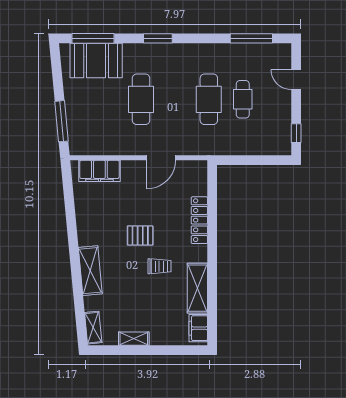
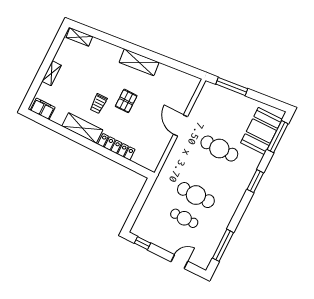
door: (161, 158) -> (181, 126), moved
filing cabinet: (99, 171) -> (185, 95), removed
shelving: (90, 271) -> (139, 62), moved
shelving: (197, 288) -> (82, 128), moved
shelving: (134, 339) -> (52, 73), moved

